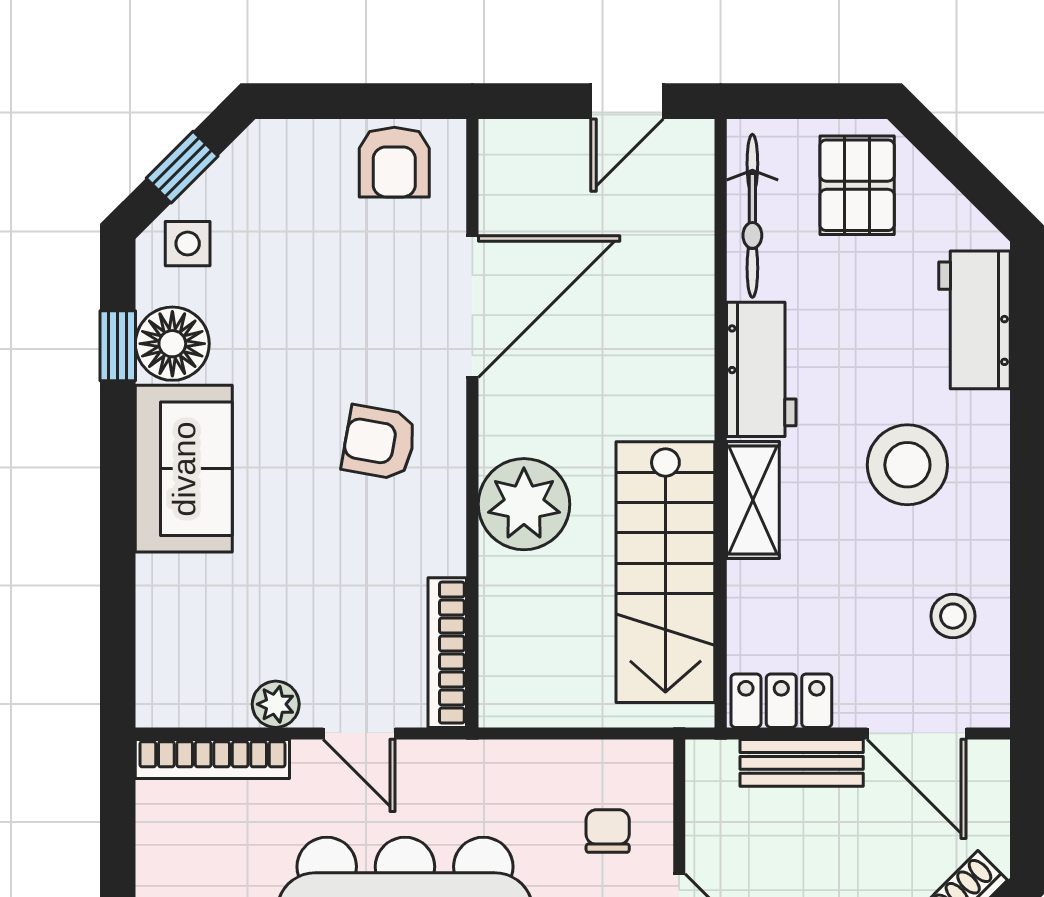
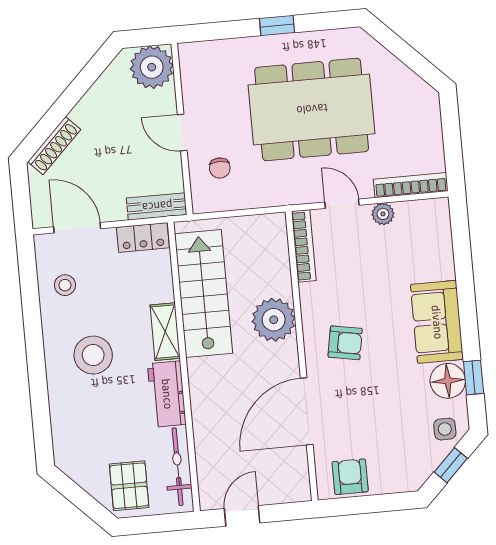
workbench: (975, 320) -> (68, 427), removed
bench: (802, 763) -> (157, 206), moved

